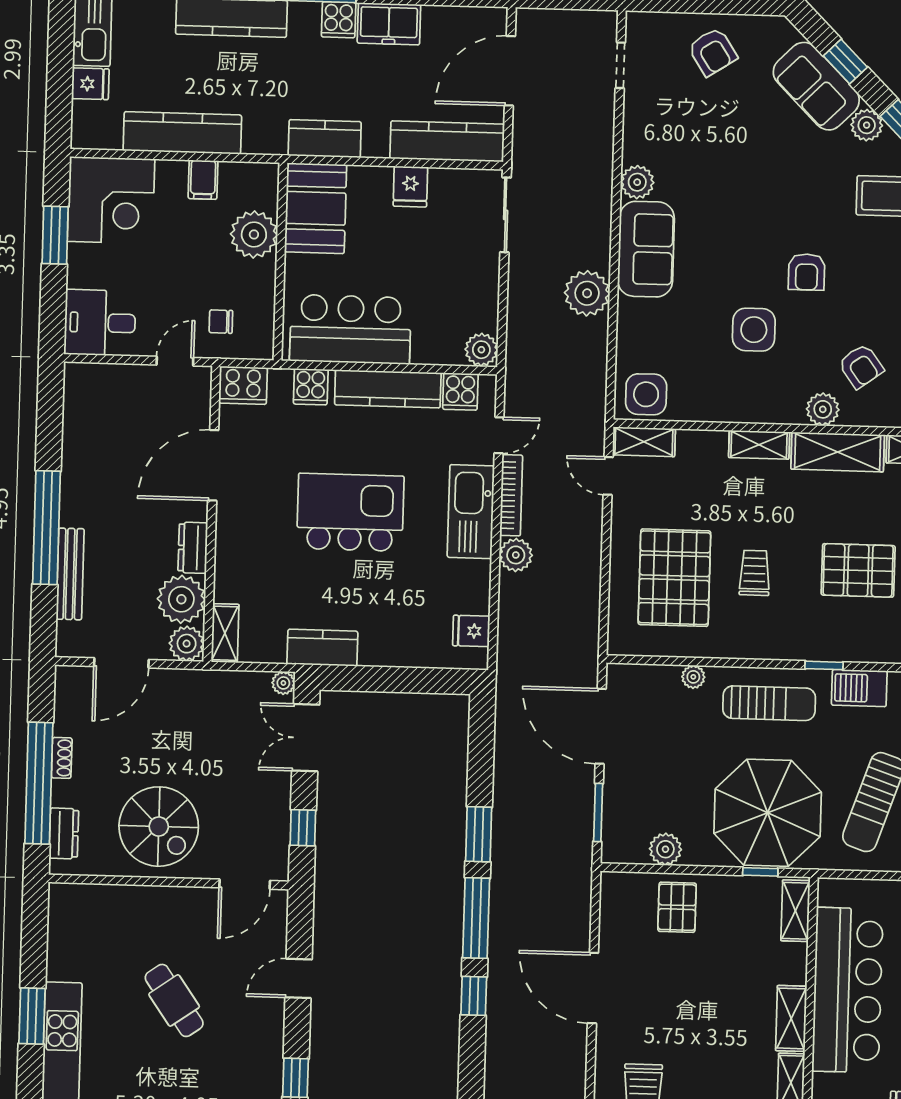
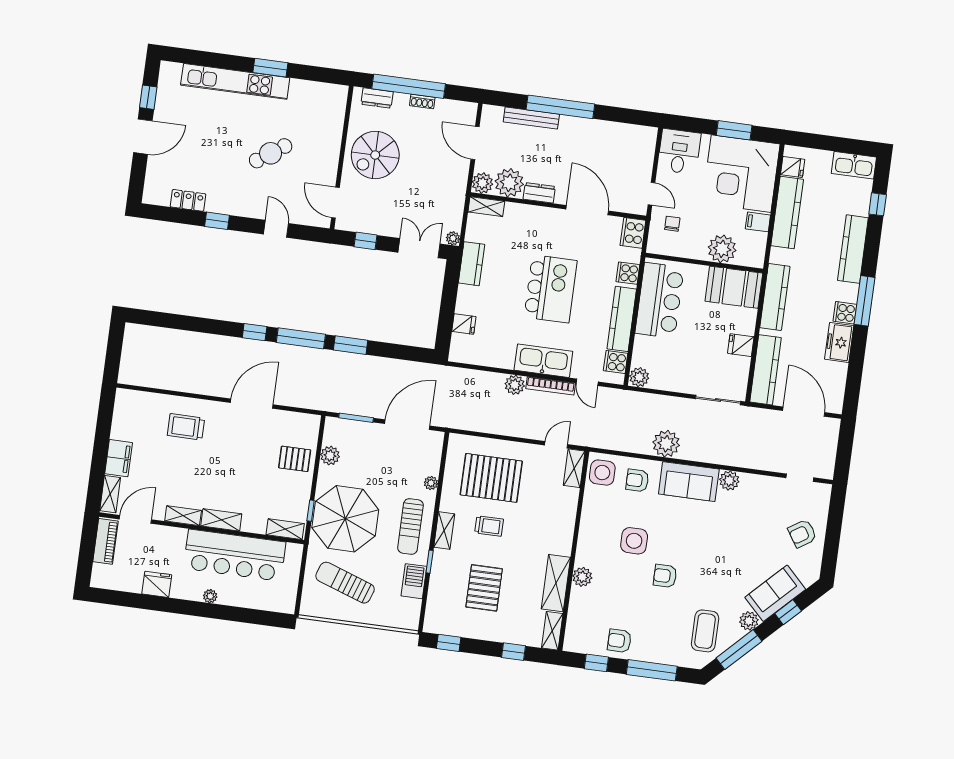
fridge: (90, 84) -> (793, 167), moved, turned -90
kitchen counter: (325, 139) -> (775, 297), width x1.50
corner desk: (111, 200) -> (741, 174), width x1.36, depth x1.36
armchair: (861, 366) -> (637, 480), moved, turned 36
shelving: (759, 445) -> (444, 531), moved
fridge: (471, 631) -> (464, 324), moved, turned 90

